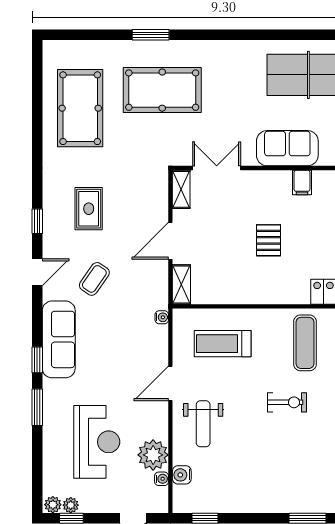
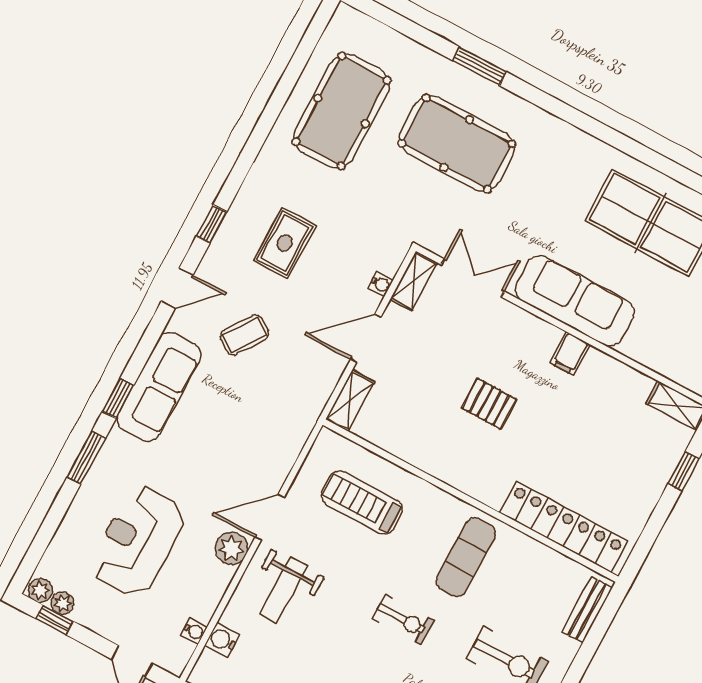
sofa: (287, 148) -> (575, 301), width x1.36
pallet: (268, 240) -> (489, 404), turned 90
water cooler: (162, 317) -> (381, 284), moved
reception desk: (97, 442) -> (138, 541), turned 180
plant: (153, 455) -> (231, 548), moved, width x0.73, depth x0.73

